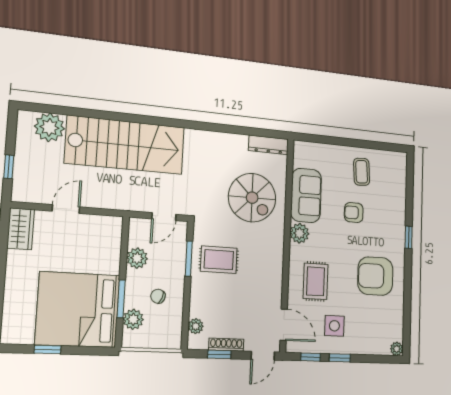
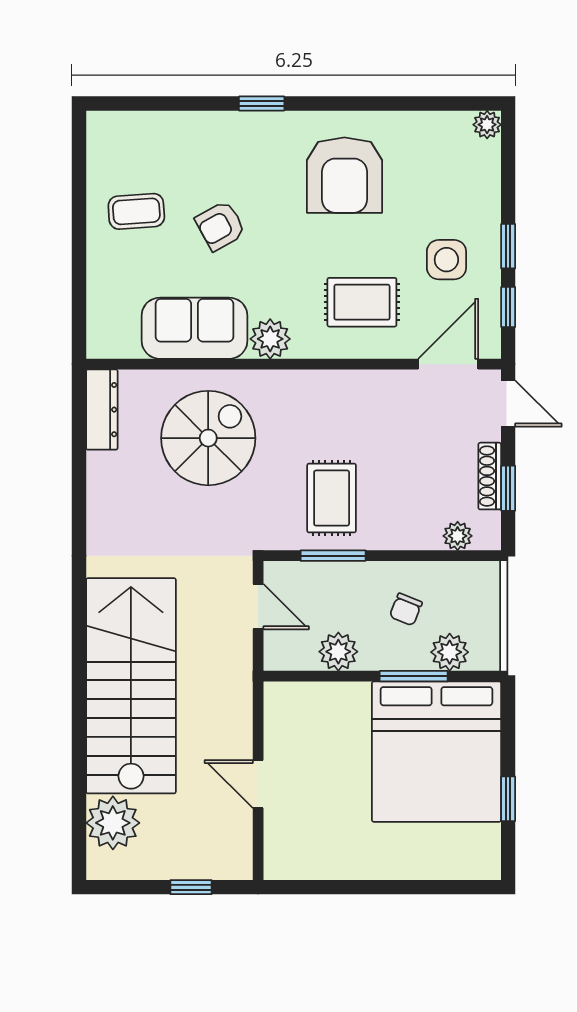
armchair: (354, 213) -> (220, 226), turned 61
wardrobe: (21, 229) -> (299, 859), removed

